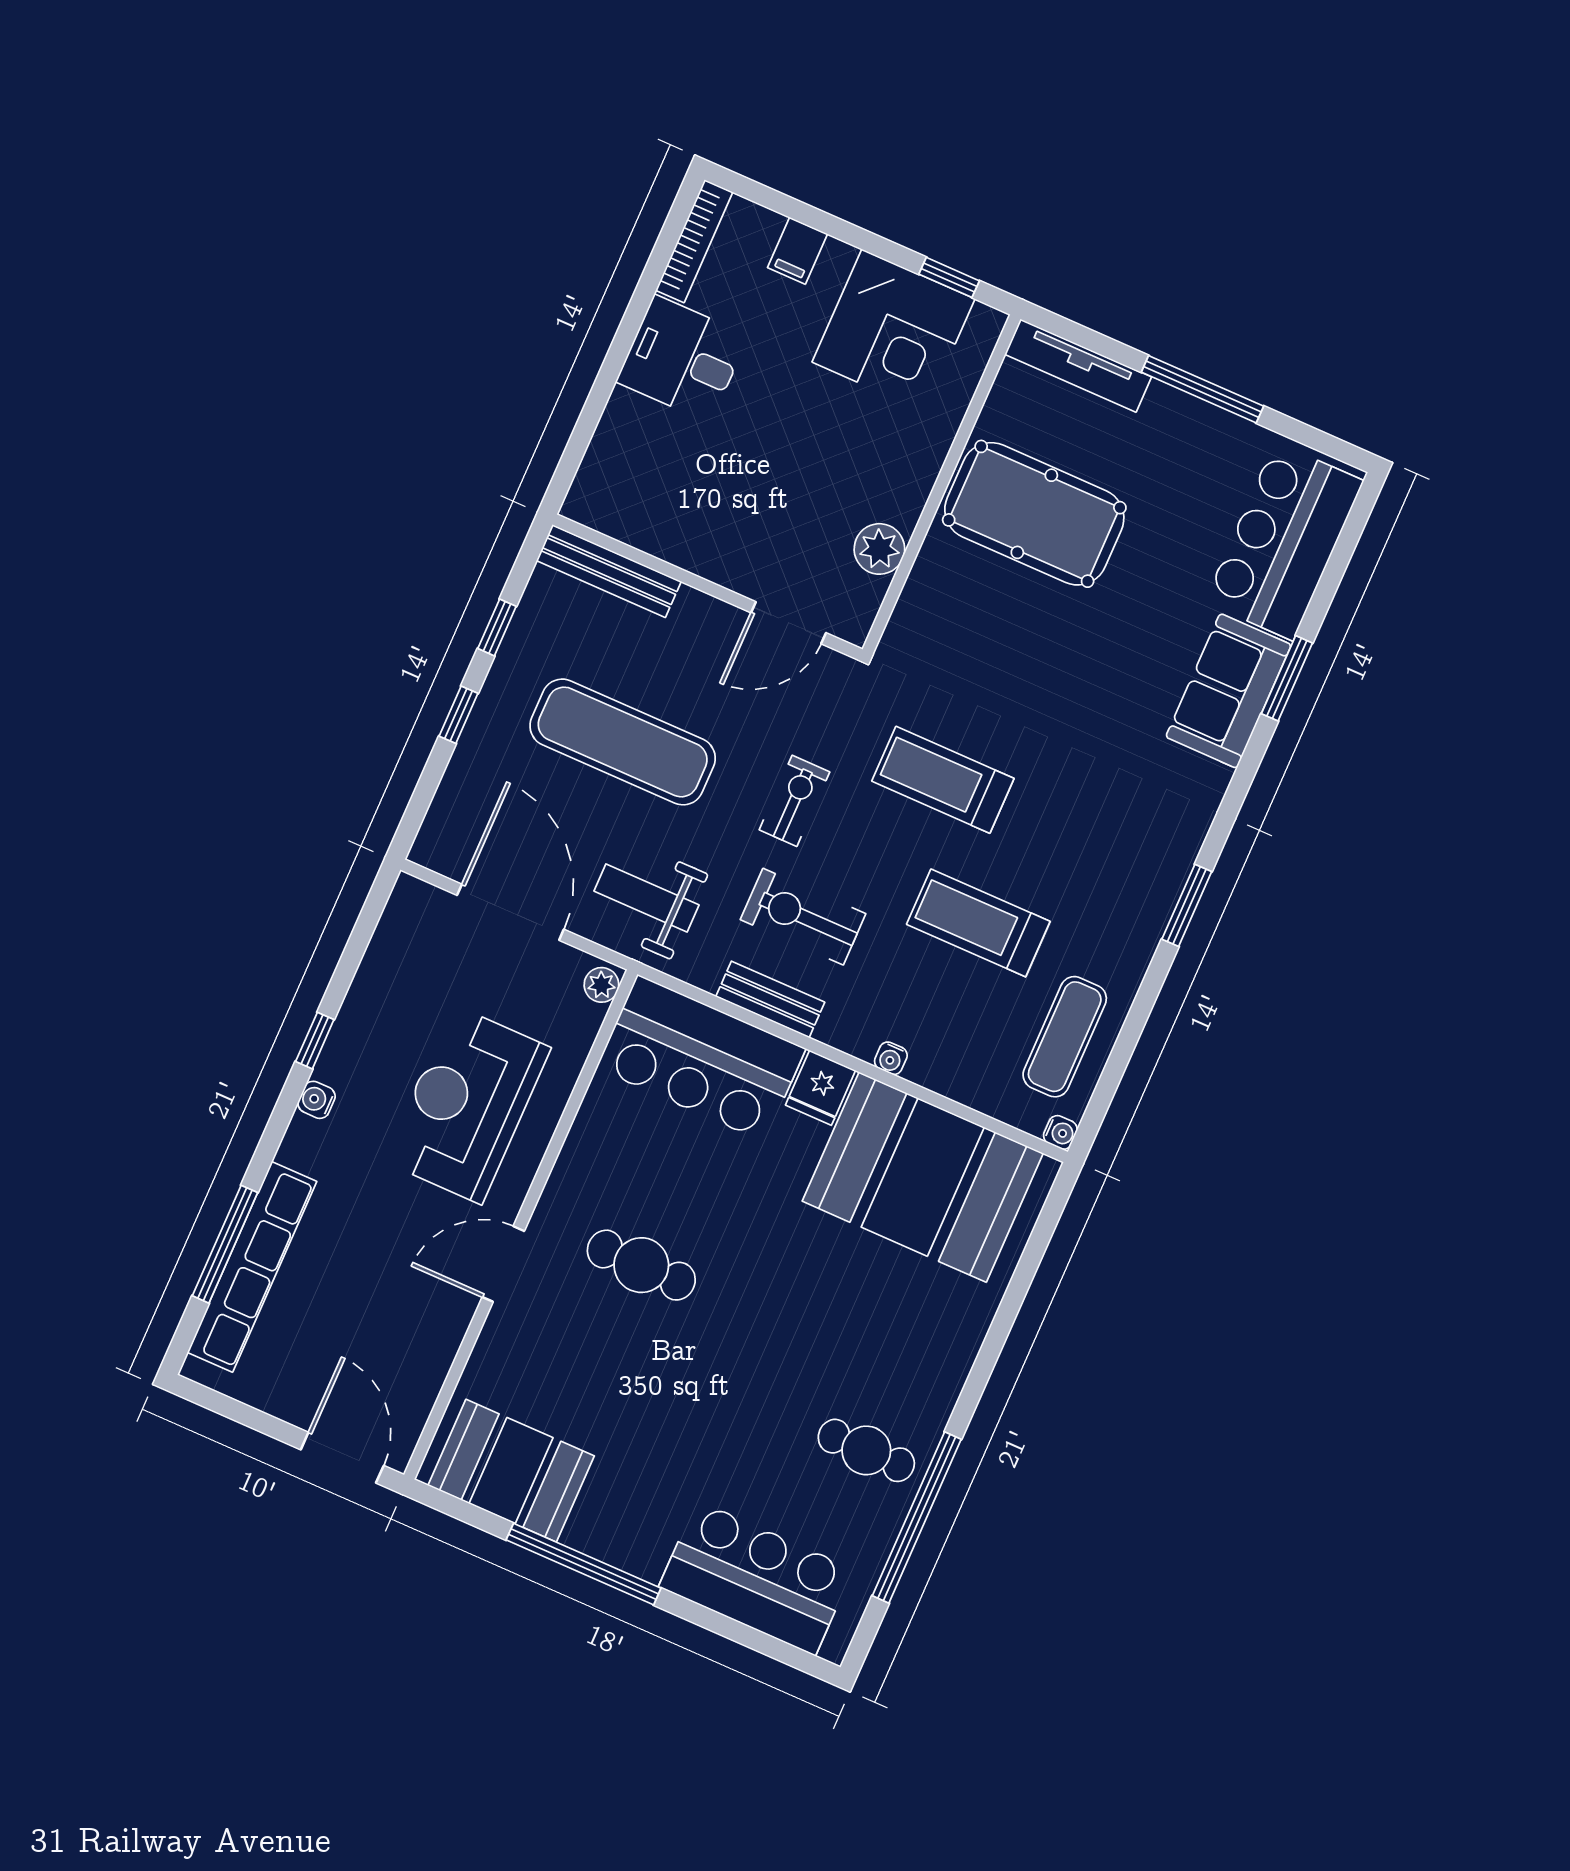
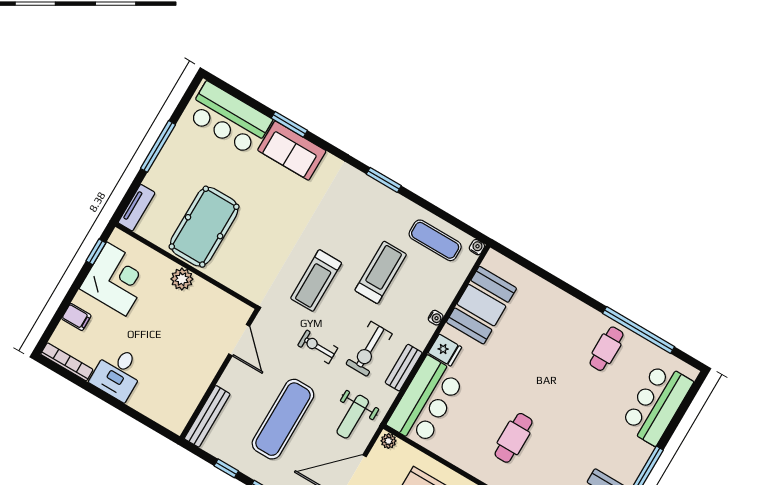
tv unit: (1078, 366) -> (137, 208), width x0.71
plant: (879, 549) -> (182, 279), moved
treadmill: (978, 923) -> (381, 272), turned 180
booth: (923, 1177) -> (481, 305), width x0.73, depth x0.70

